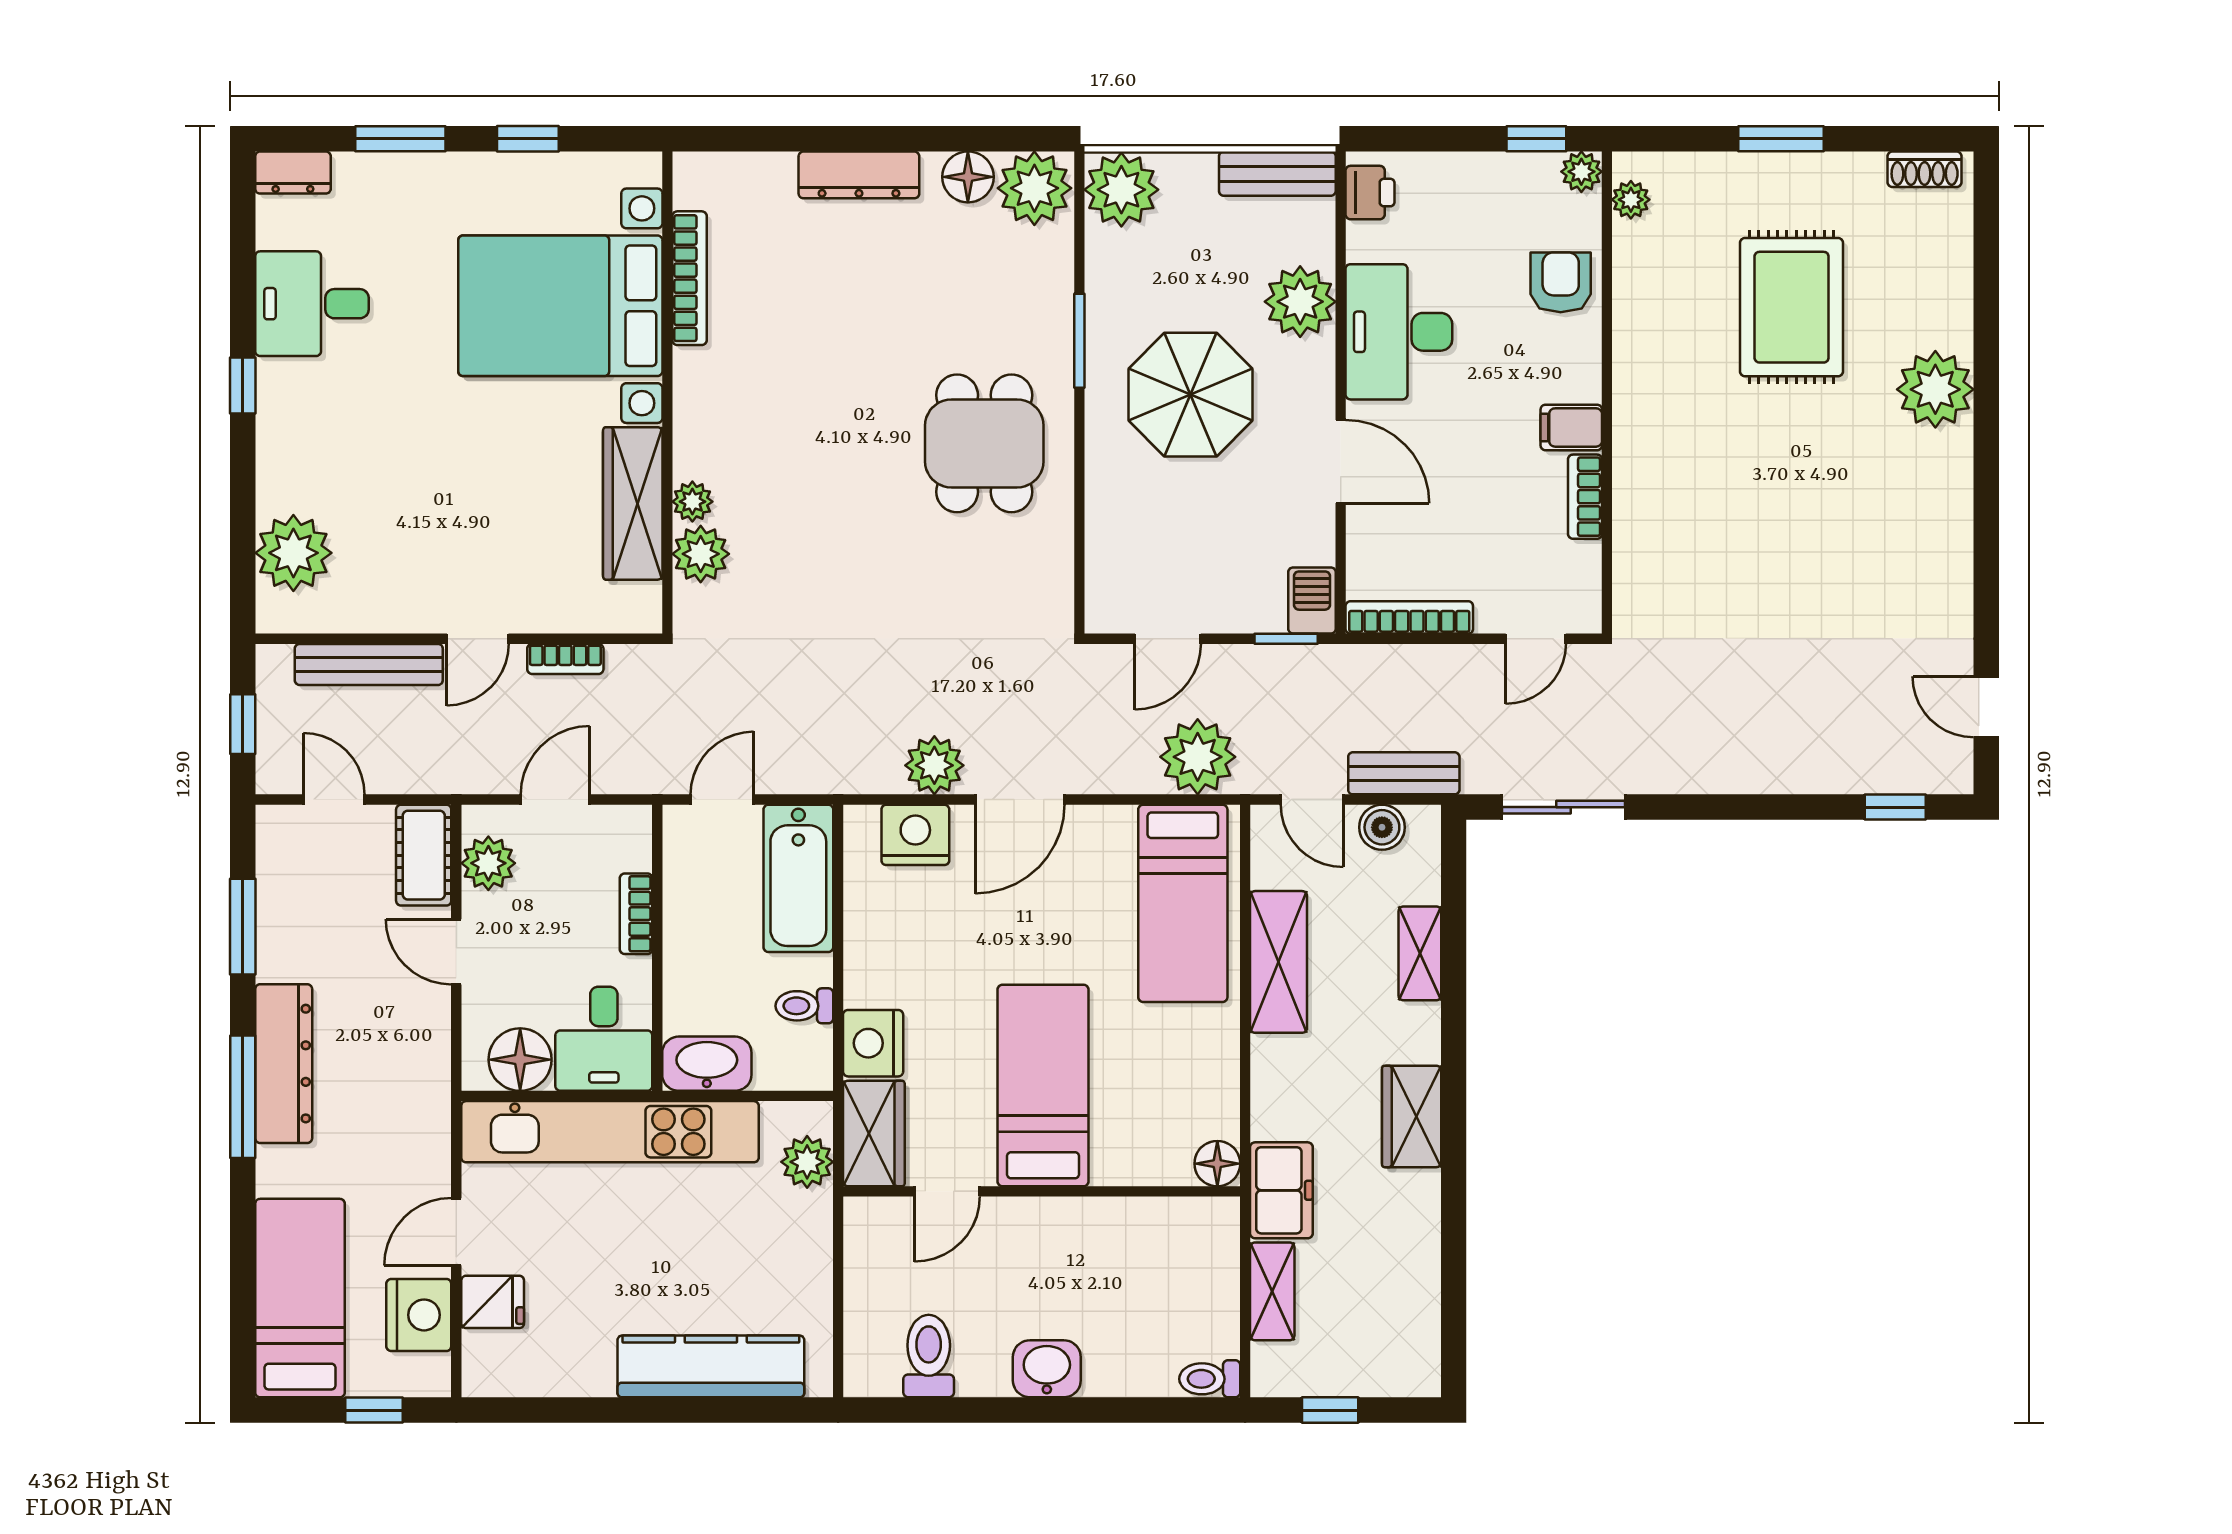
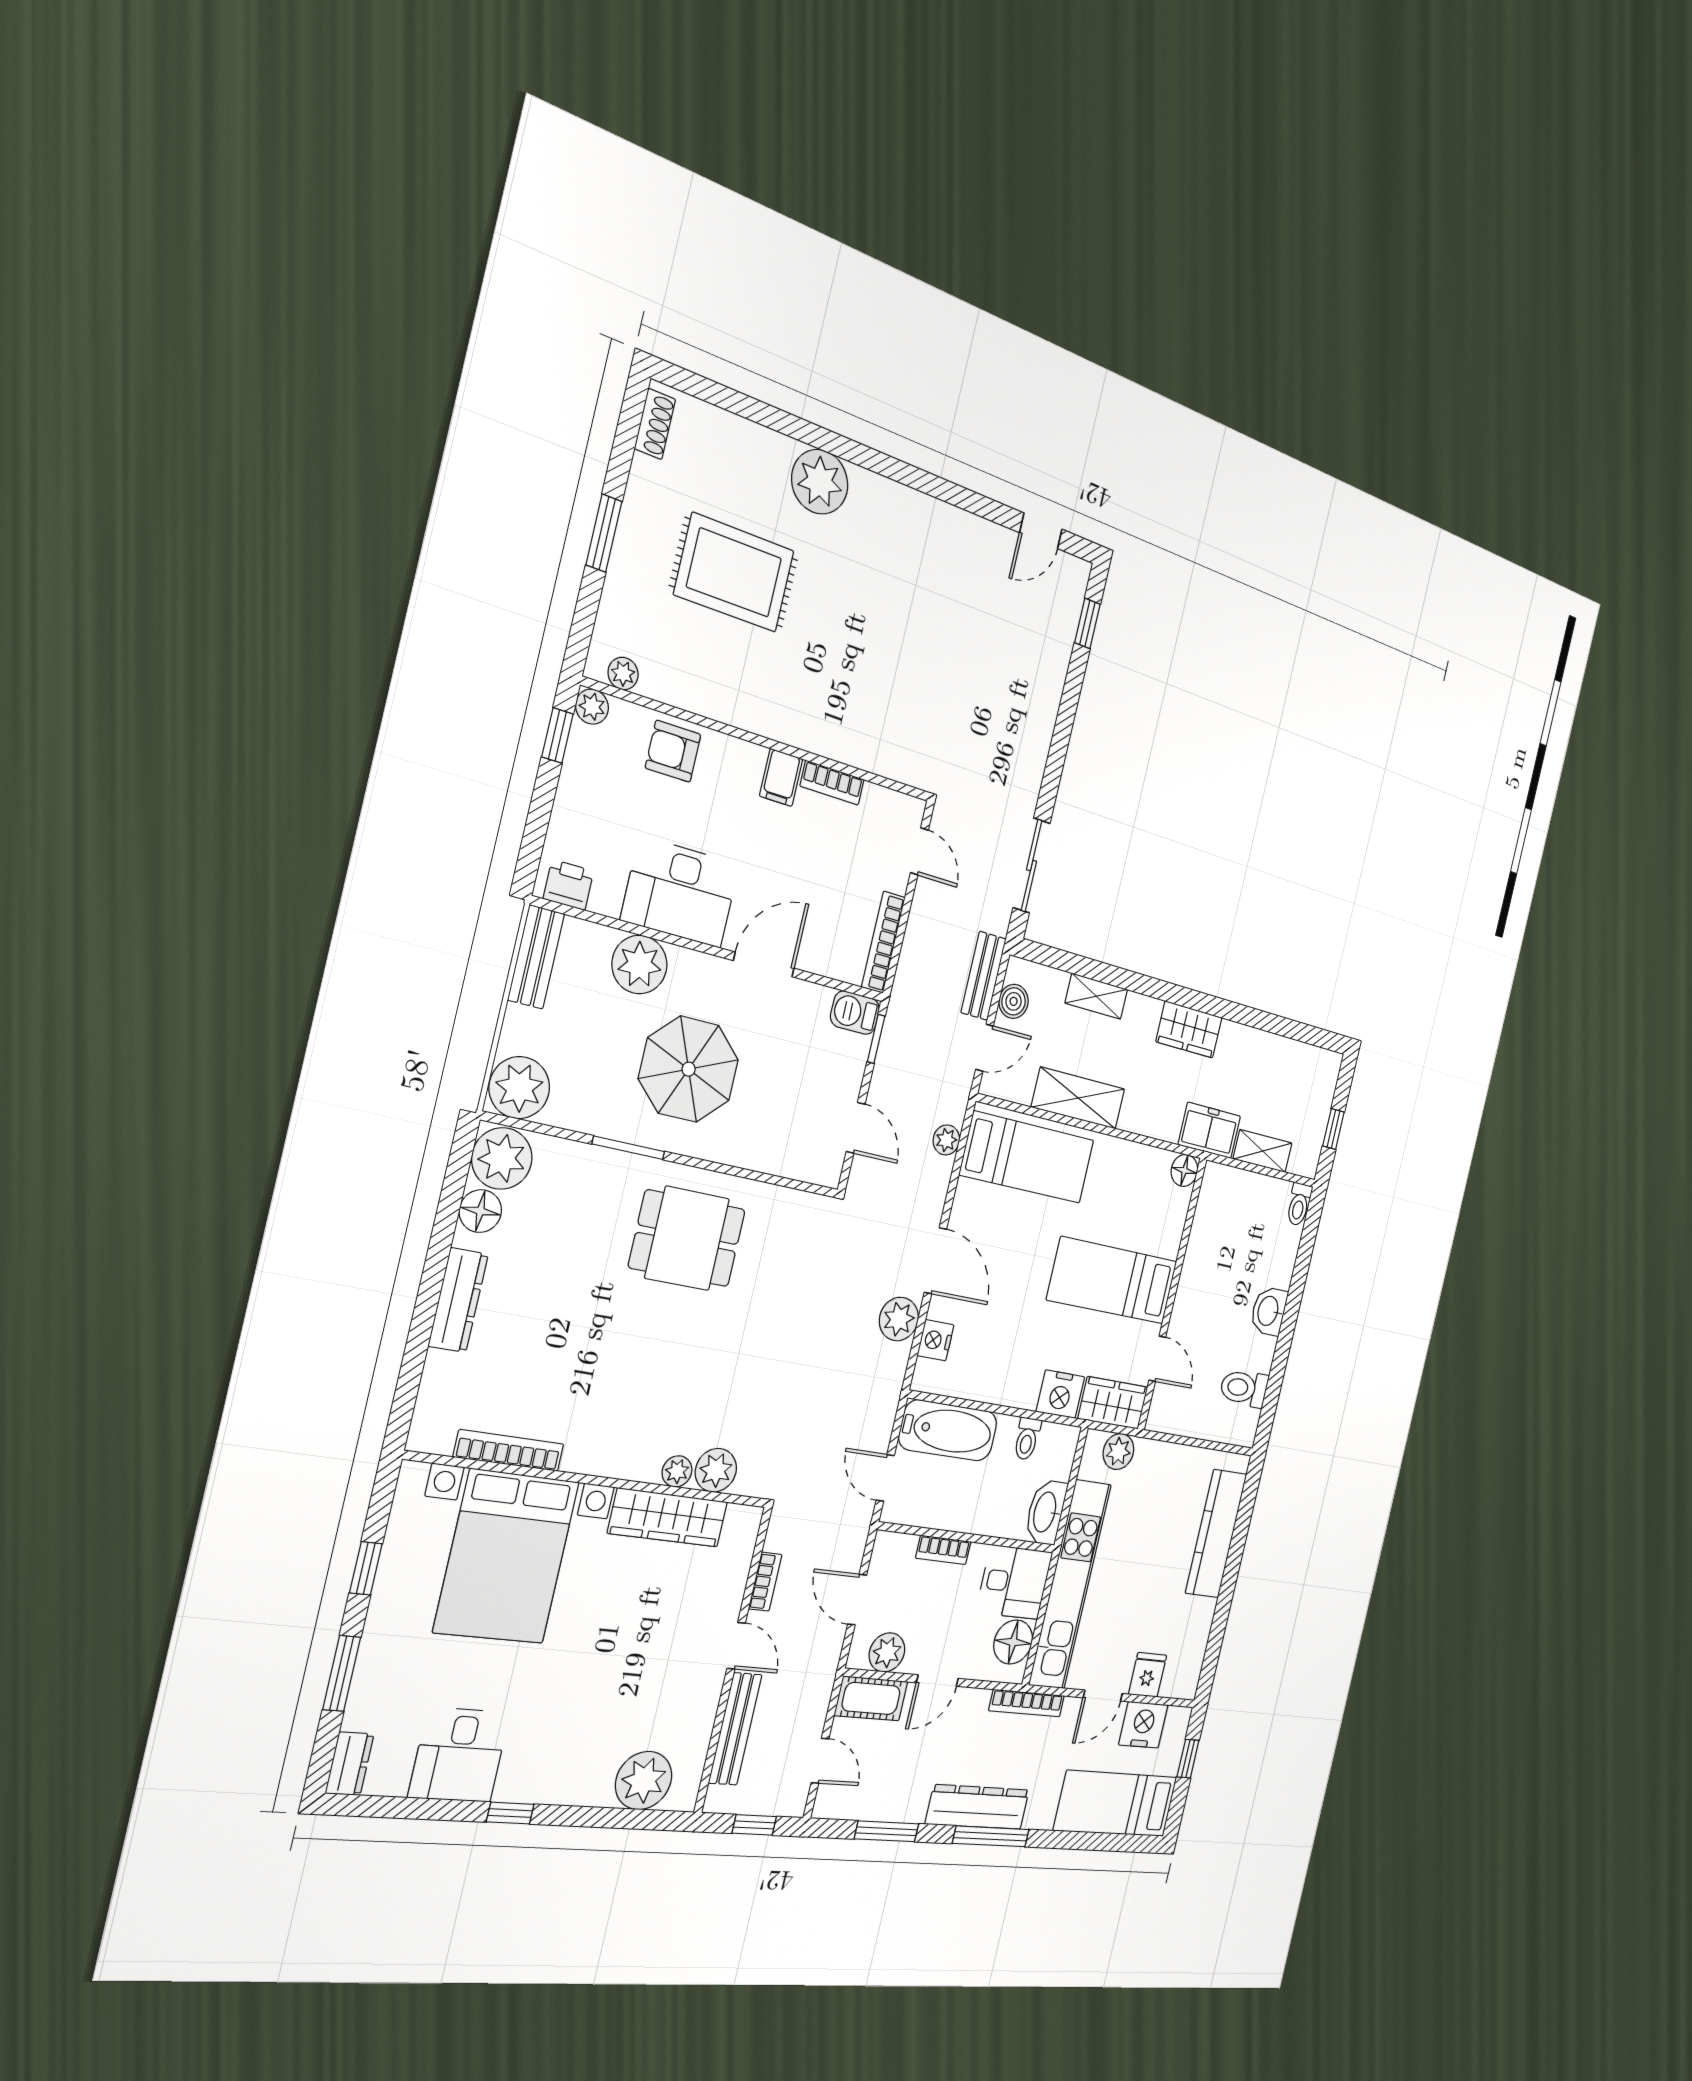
plant: (1198, 757) -> (946, 1140), width x0.53, depth x0.53
door: (334, 800) -> (820, 1761), swing flipped
nightstand: (915, 835) -> (935, 1340), width x0.74, depth x0.75
bookcase: (436, 1105) -> (1027, 1703), added
door: (456, 1232) -> (1103, 1696), hinge flipped

